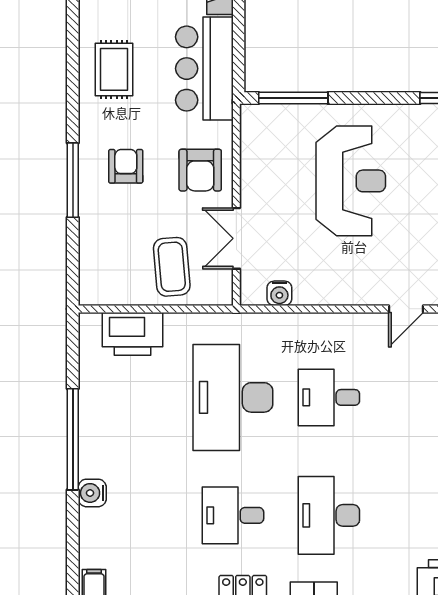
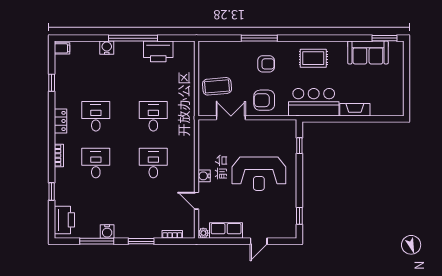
window: (293, 98) -> (299, 146), width x0.46
water cooler: (279, 293) -> (204, 176), moved
printer: (132, 334) -> (158, 51), moved, turned -90
desk: (233, 397) -> (153, 116), width x0.53, depth x0.77
desk: (329, 515) -> (96, 163), width x0.73

